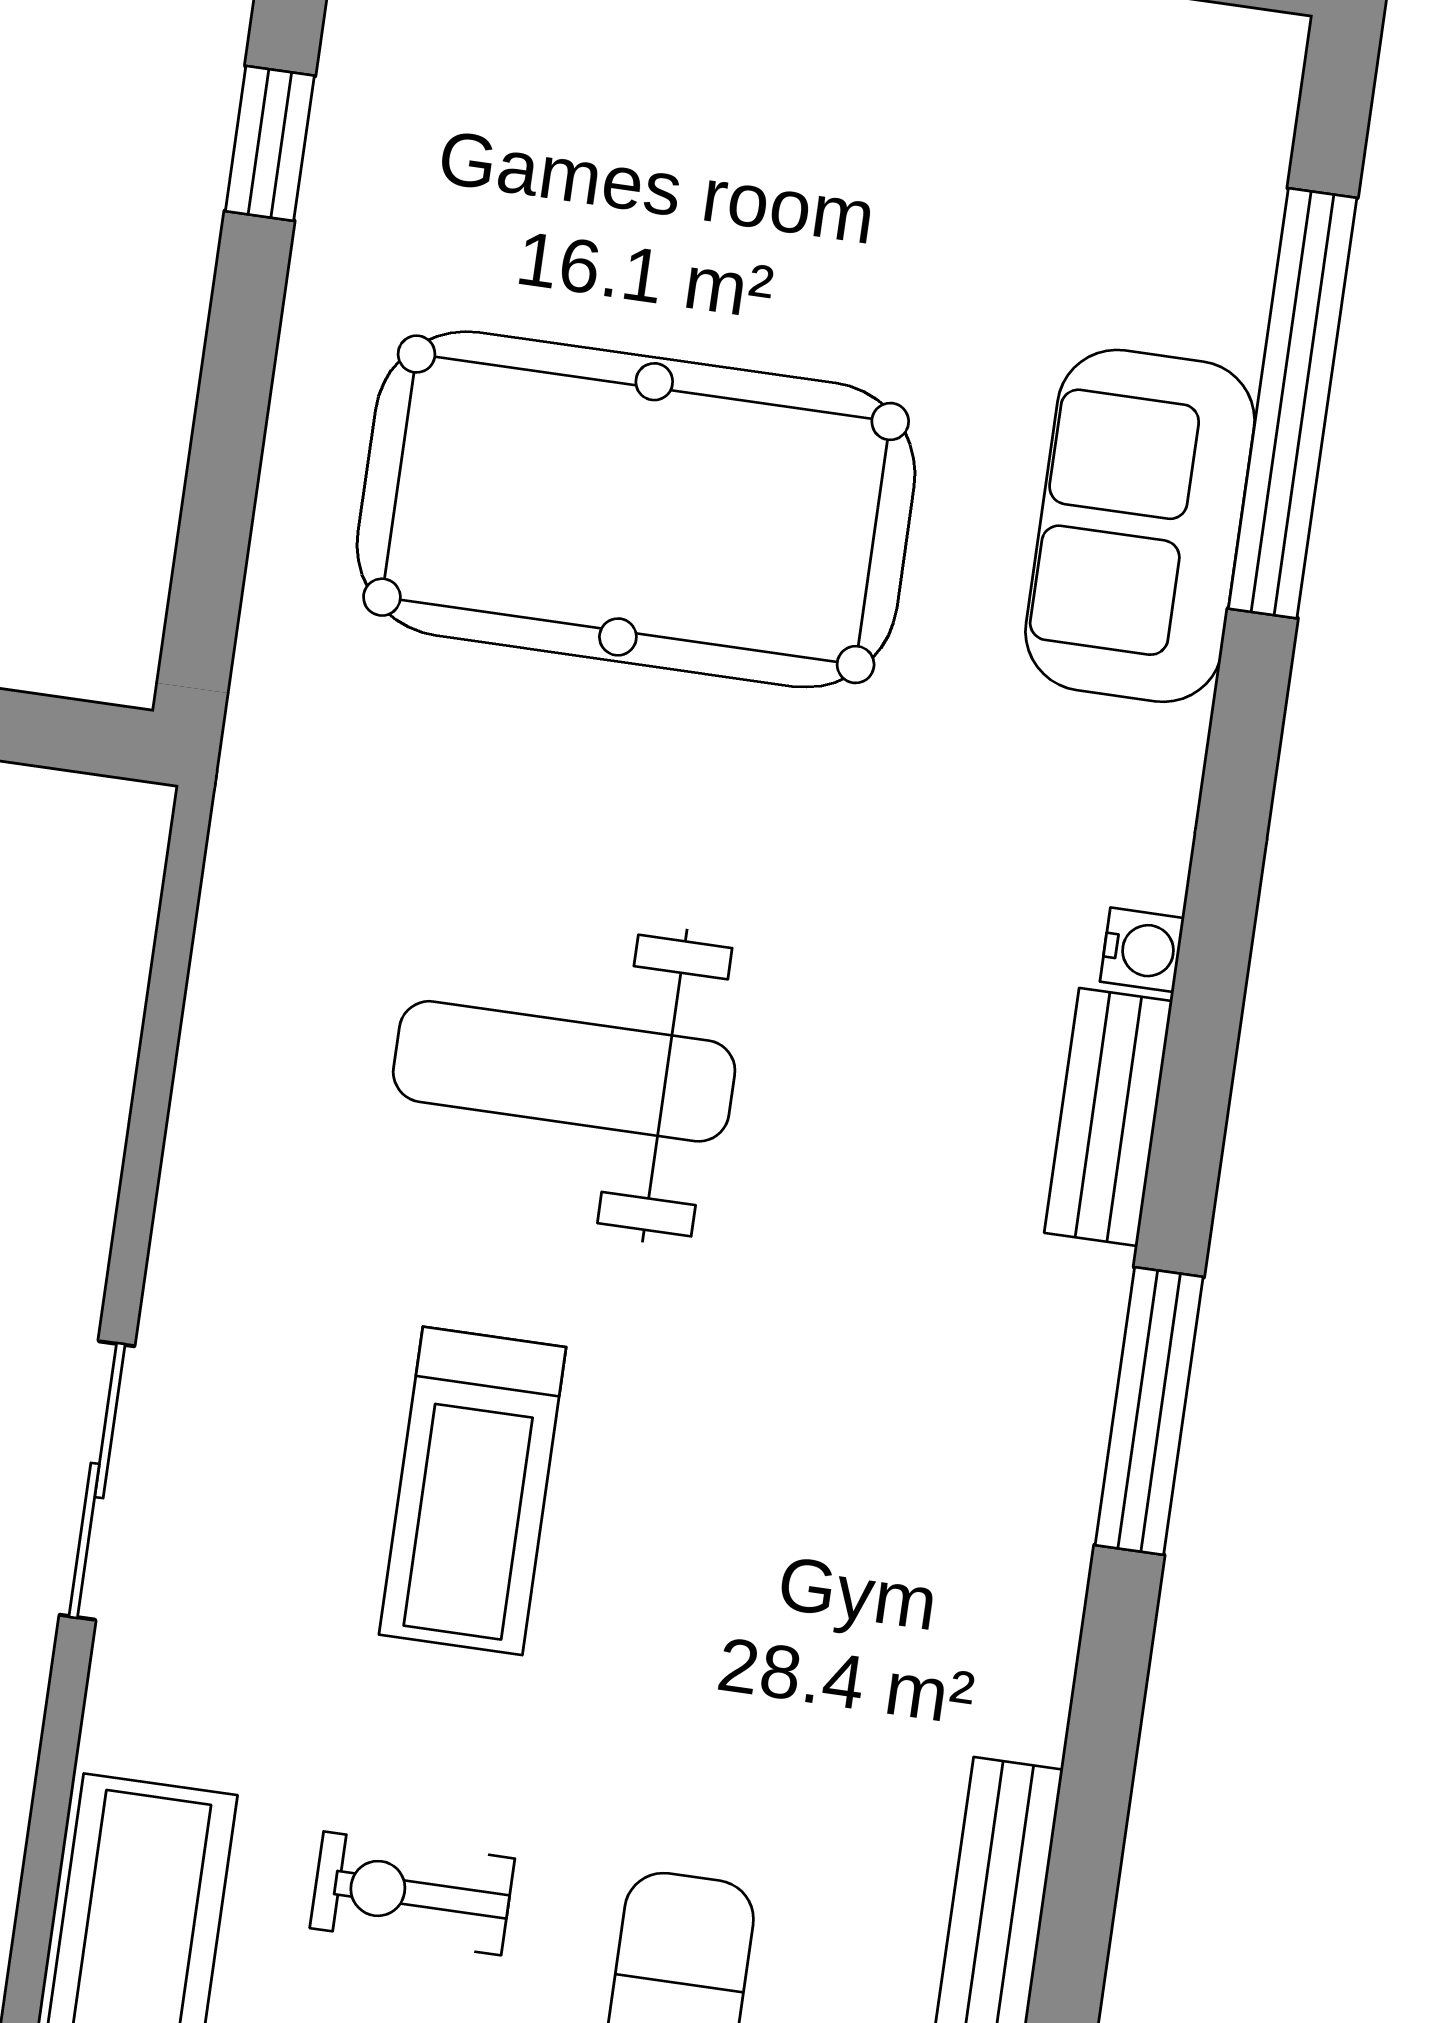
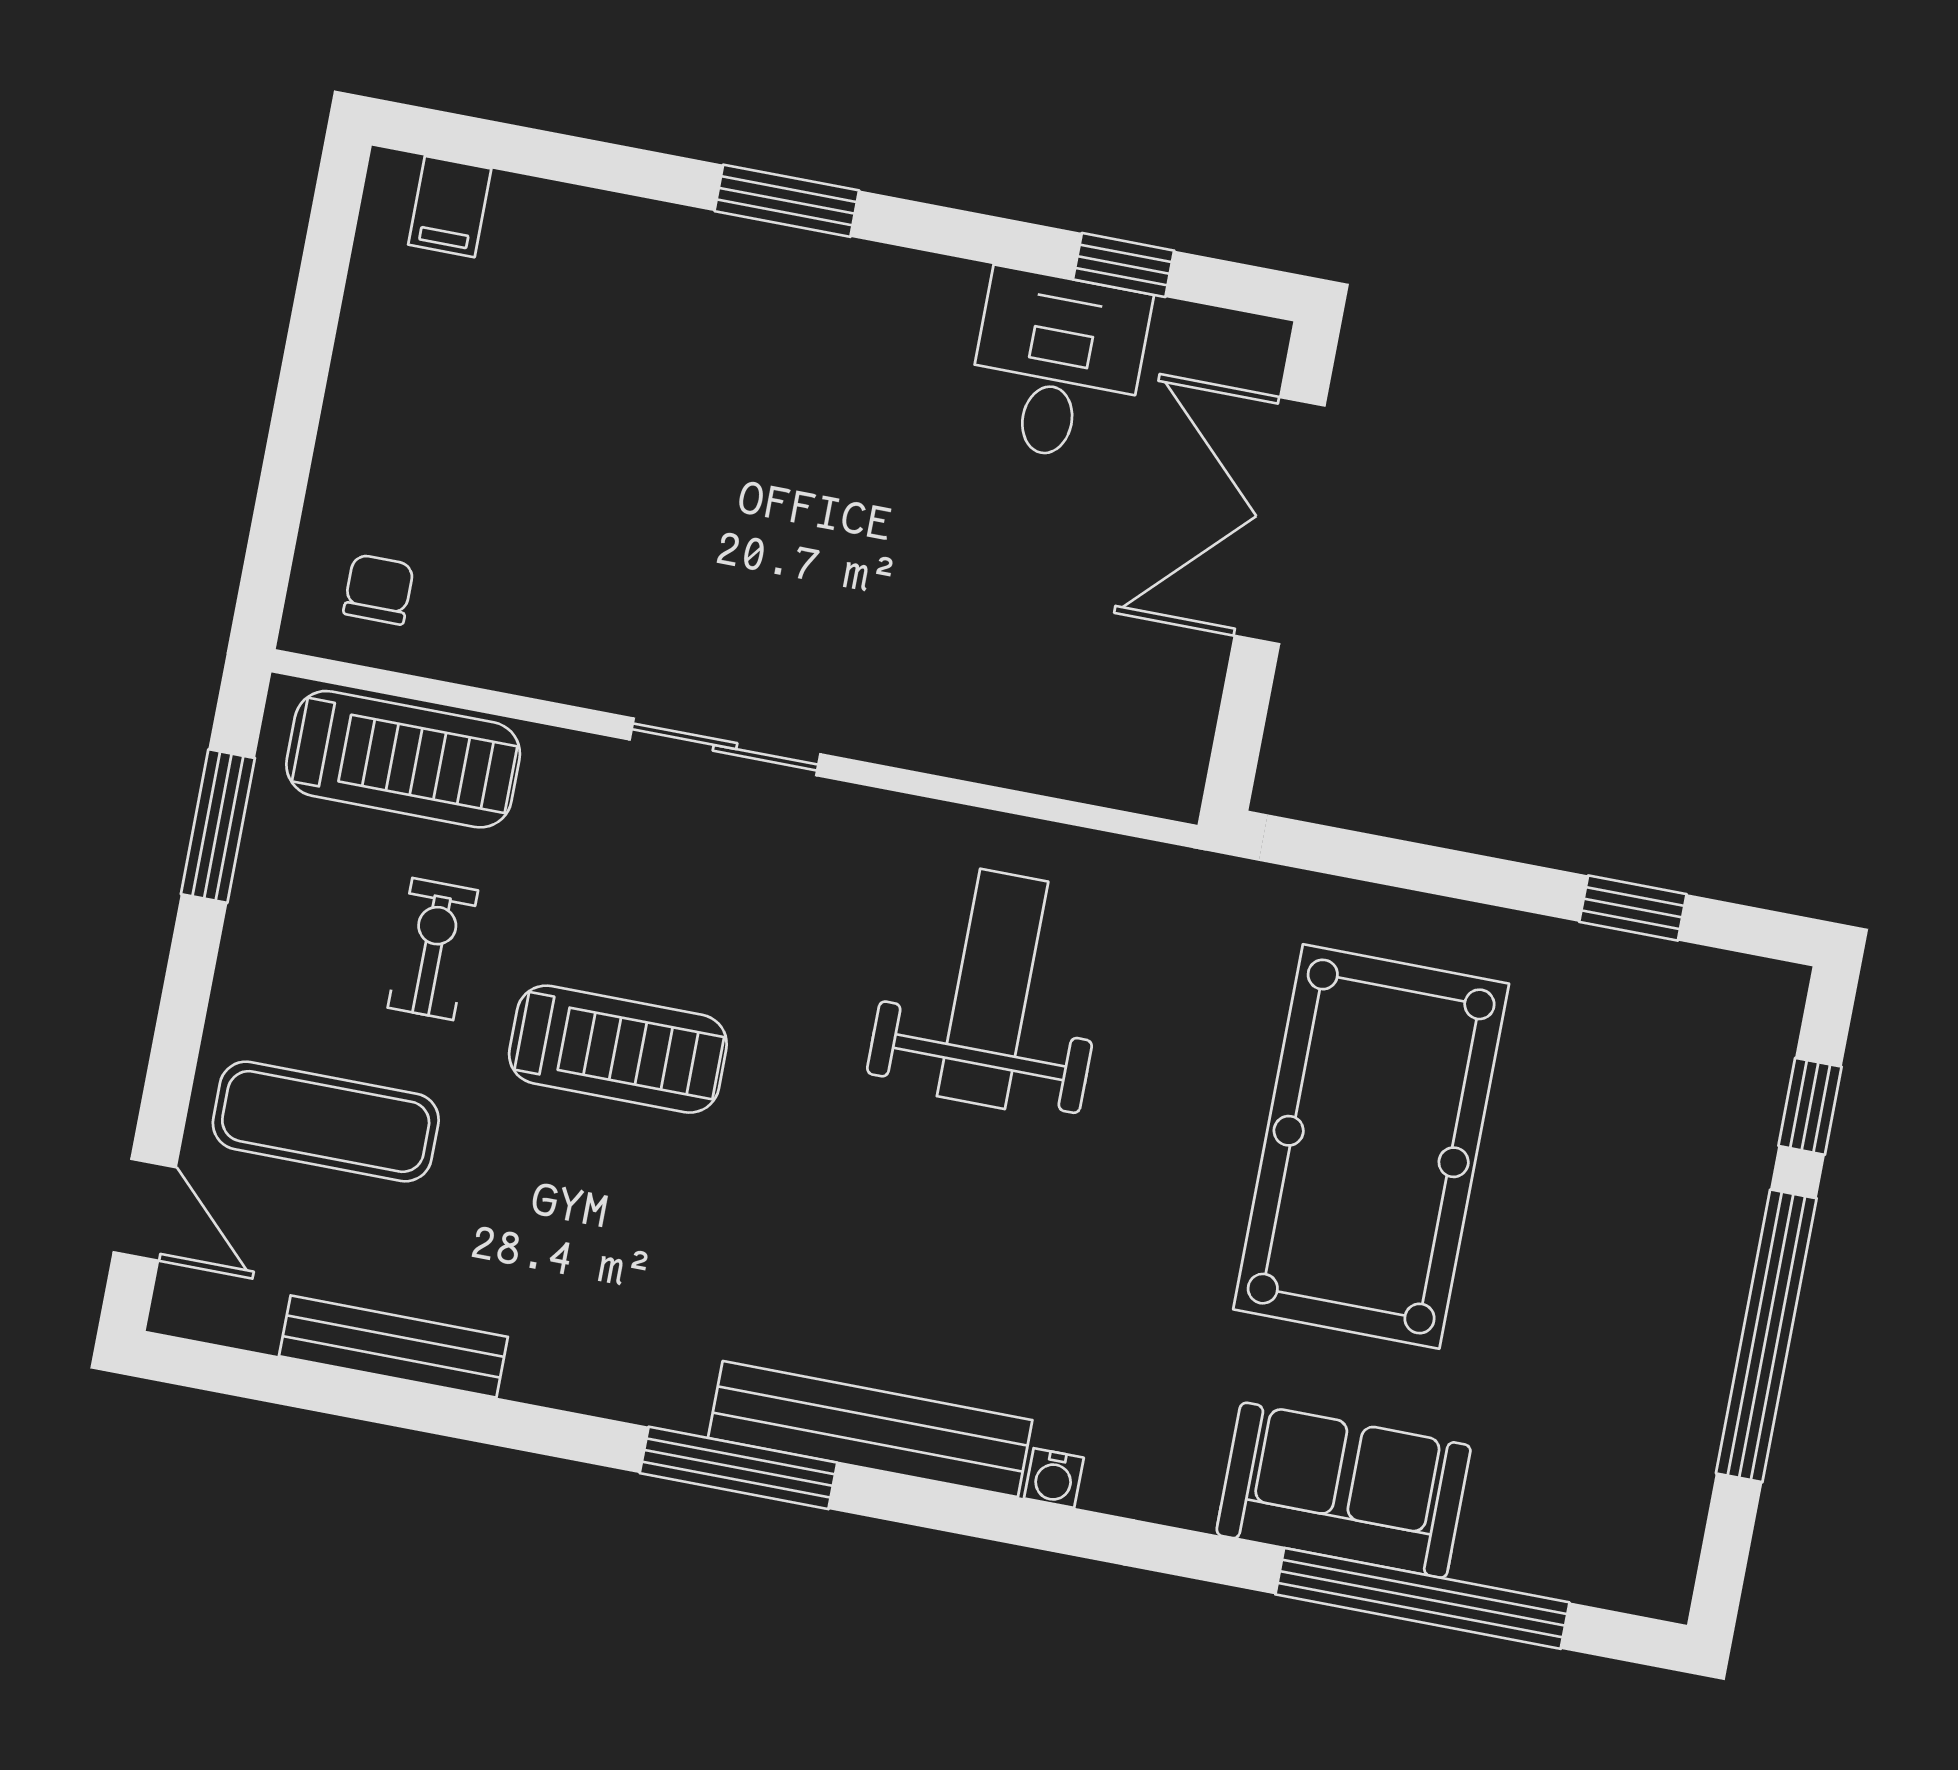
weight bench: (564, 1071) -> (993, 989), moved
bench: (1108, 1117) -> (870, 1429), width x1.86, depth x1.21
treadmill: (473, 1491) -> (618, 1049), moved, turned 180

